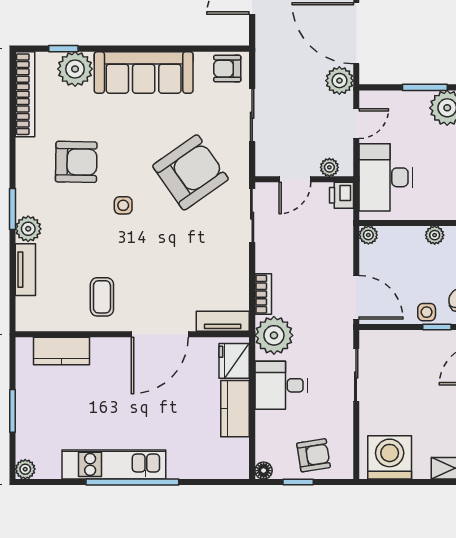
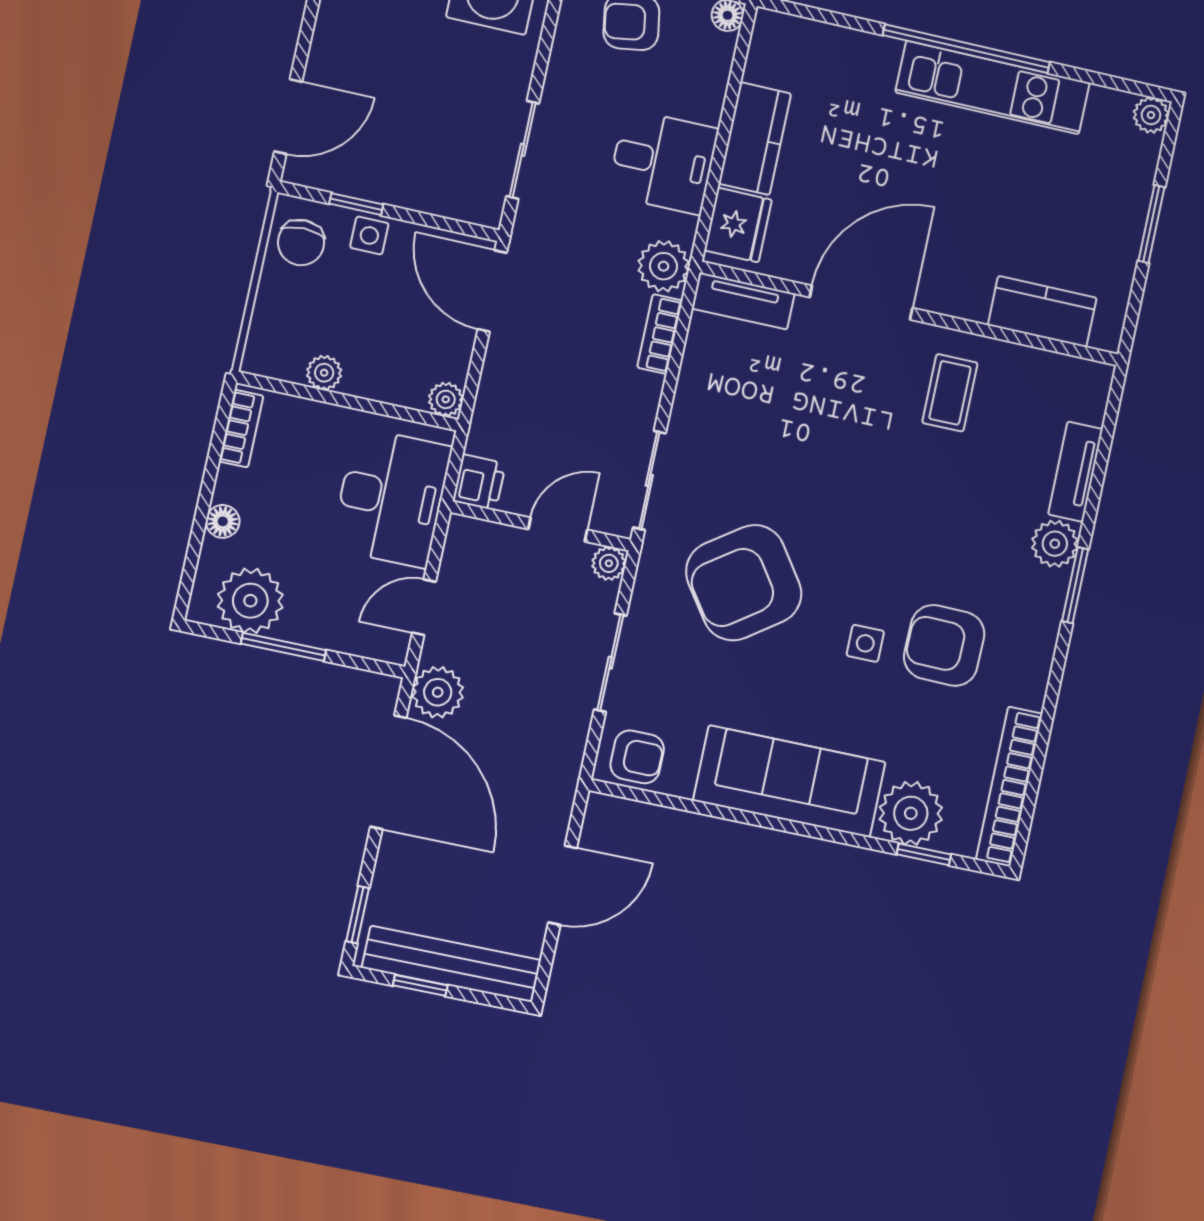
plant: (329, 167) -> (609, 563), moved
side table: (123, 205) -> (865, 643), moved
plant: (274, 335) -> (664, 266), width x0.73, depth x0.73

